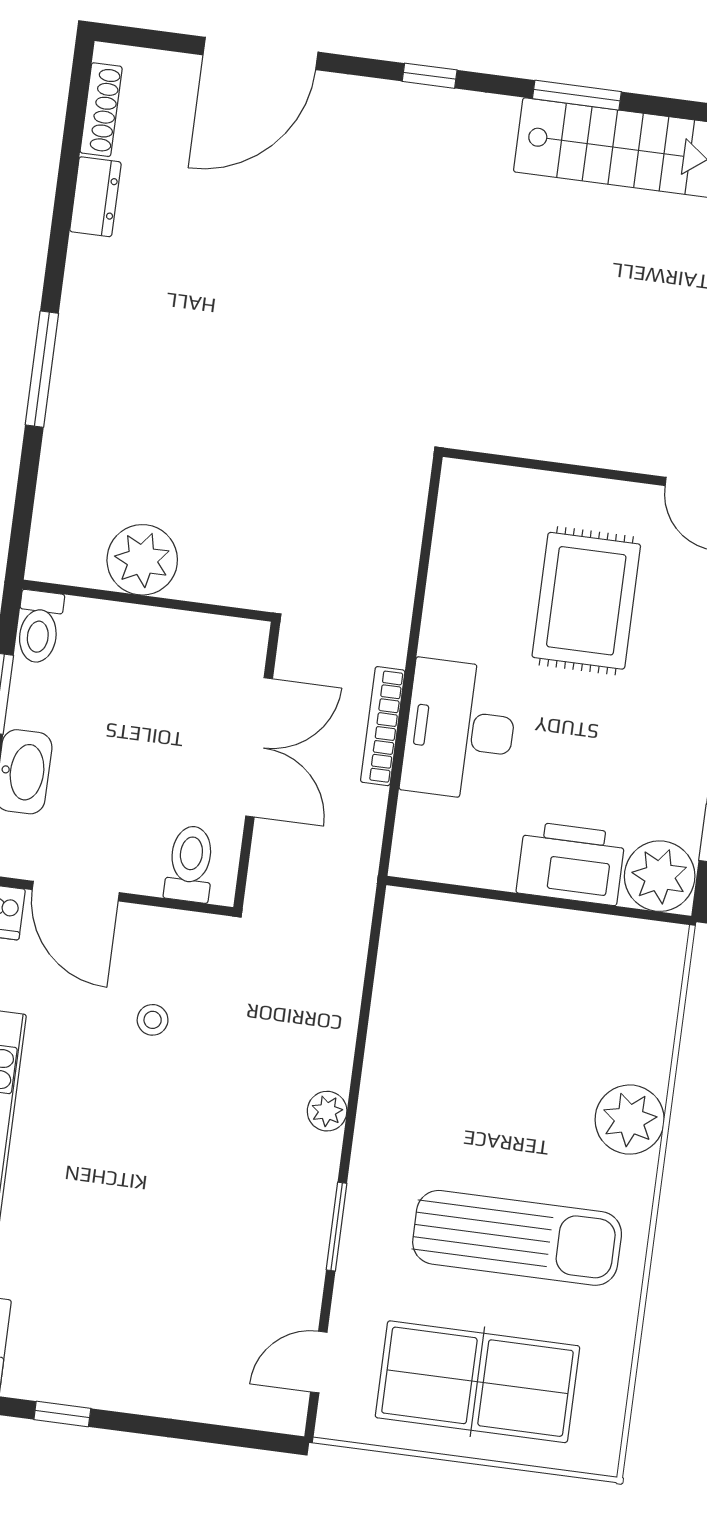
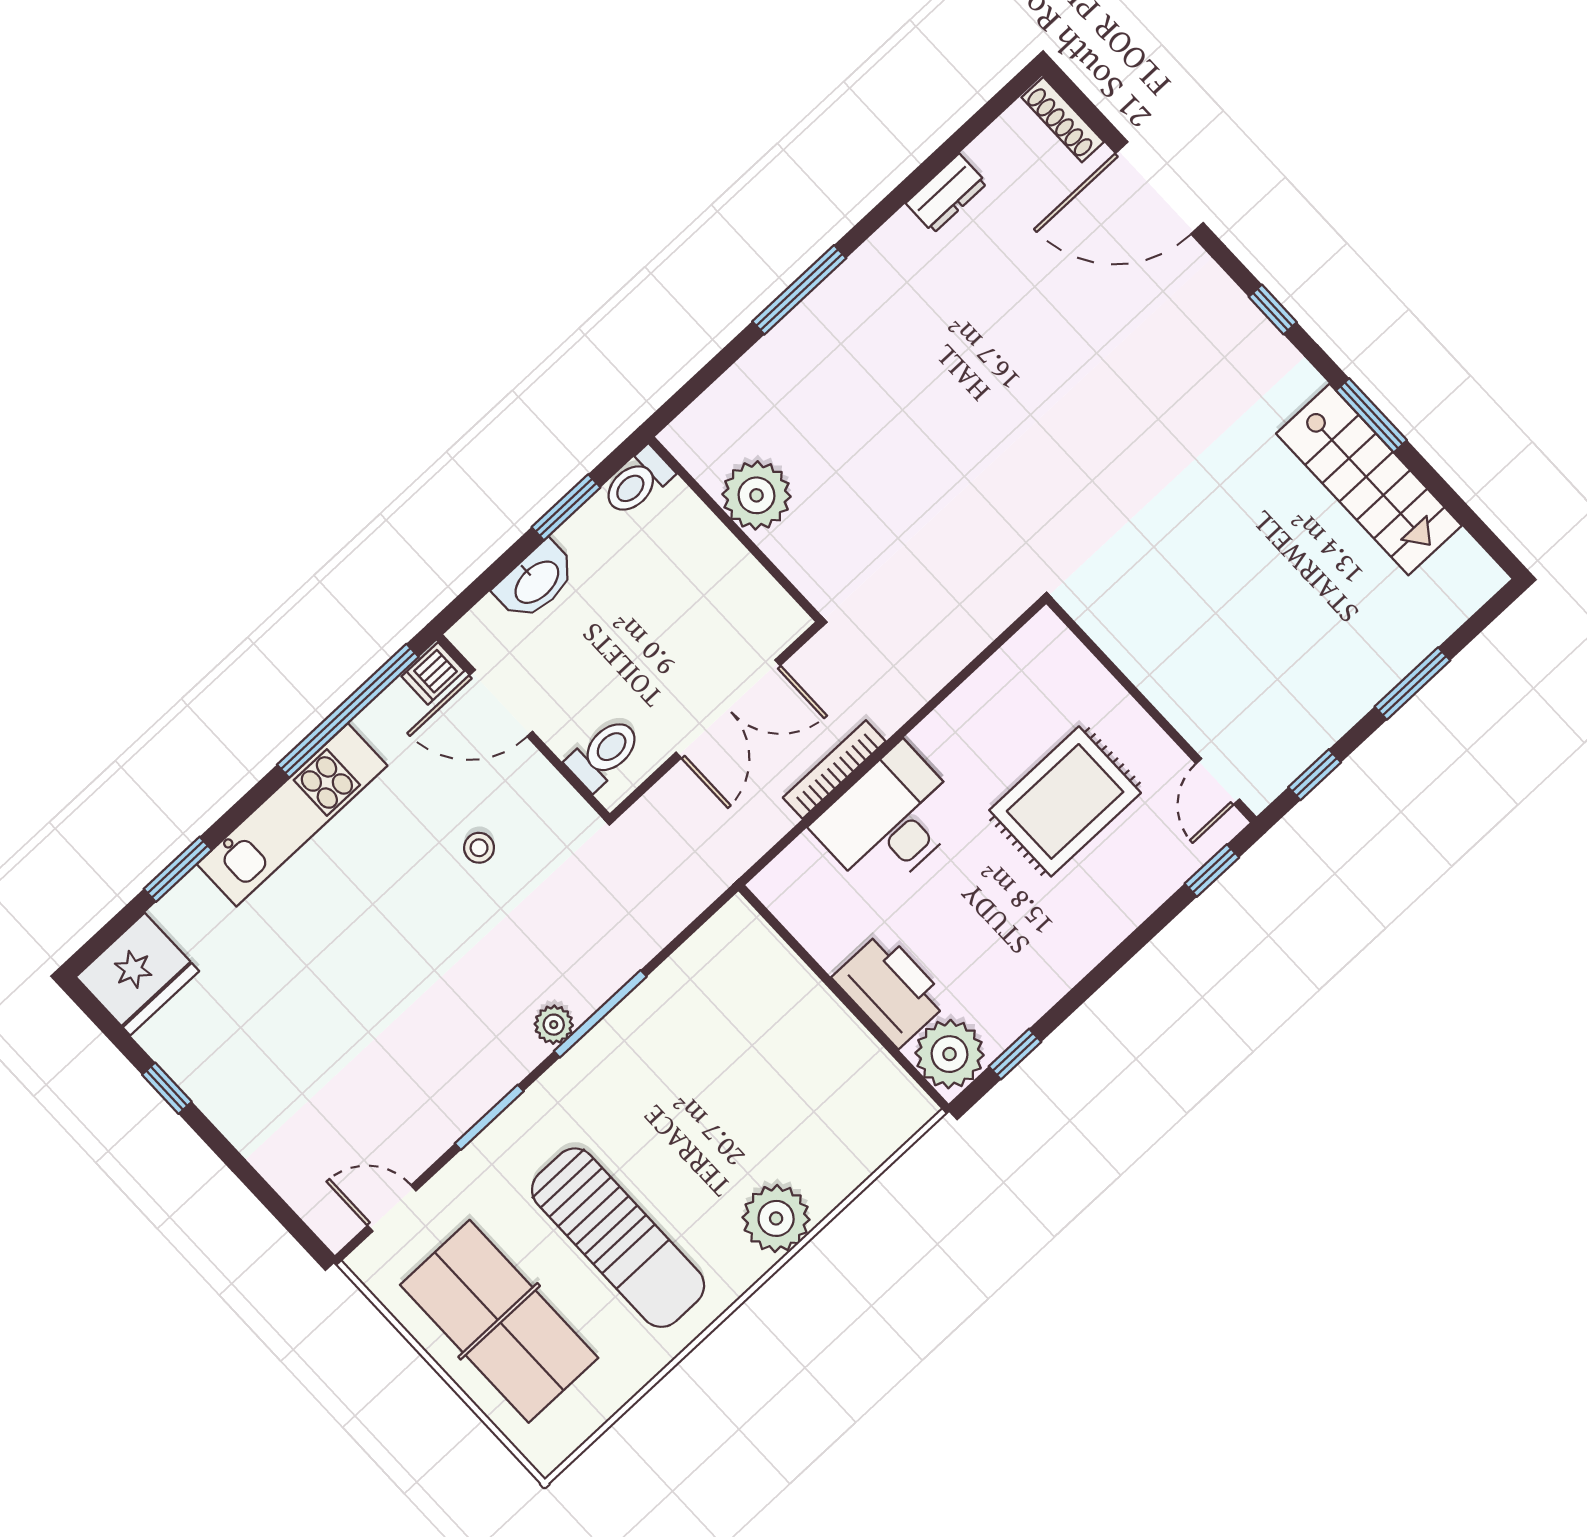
shoe rack: (101, 110) -> (1063, 120), moved, turned 90
door: (76, 891) -> (501, 703), hinge flipped
window: (357, 1072) -> (600, 1014), added

